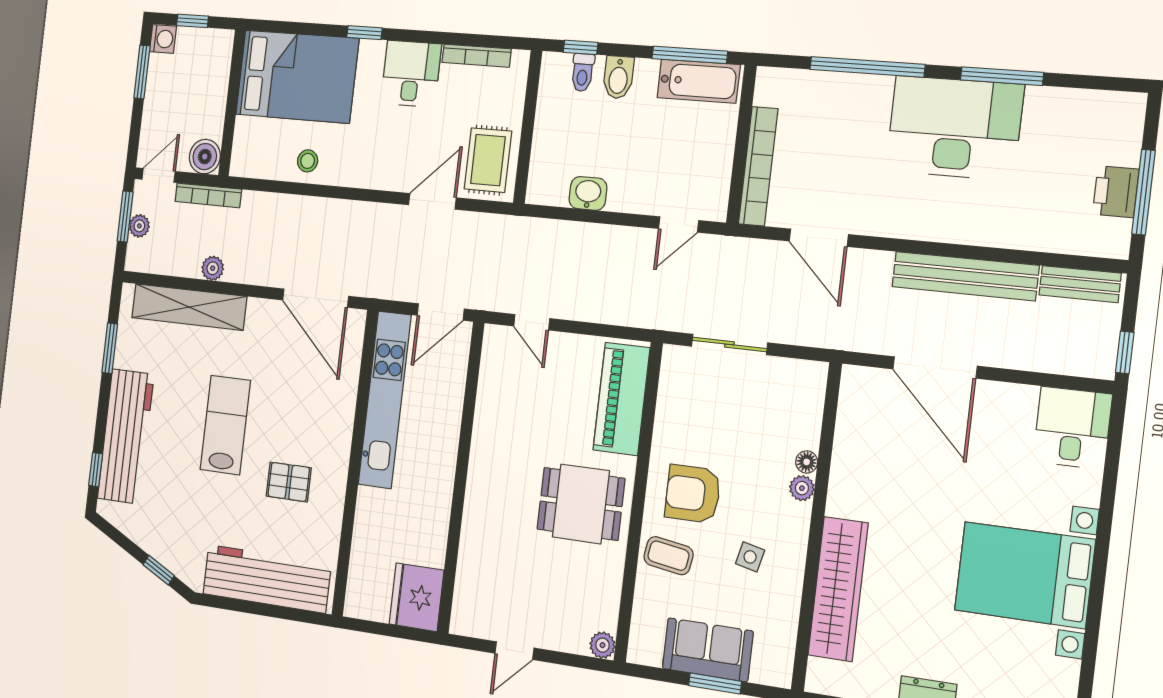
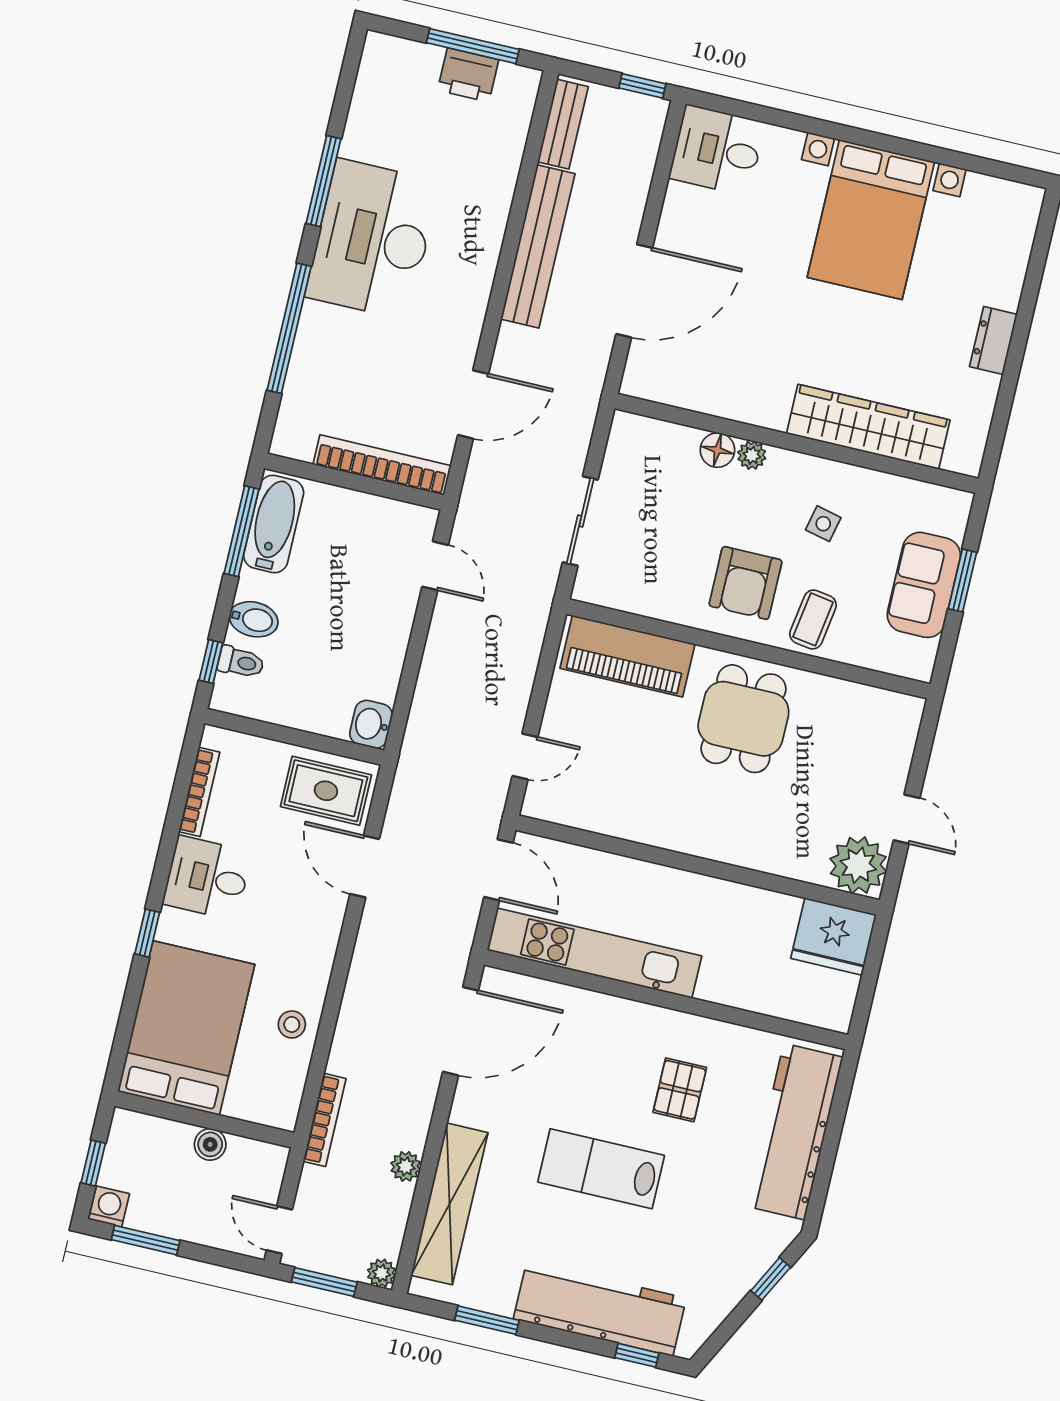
boiler: (205, 157) -> (210, 1144), moved, width x0.73, depth x0.73
washbasin: (588, 193) -> (371, 724), moved
bookcase: (208, 195) -> (325, 1120), moved
plant: (139, 226) -> (381, 1273), moved
floor lamp: (807, 462) -> (717, 450), width x1.37, depth x1.37
plant: (603, 645) -> (858, 865), moved, width x1.88, depth x1.88

